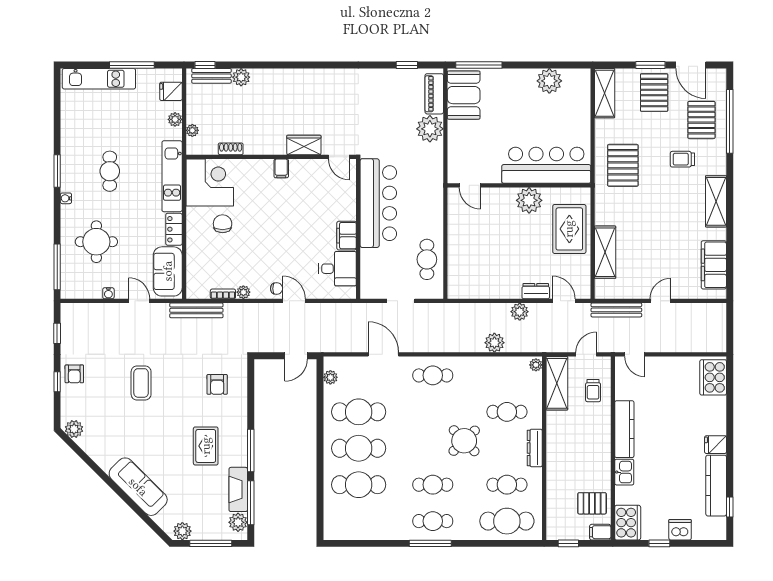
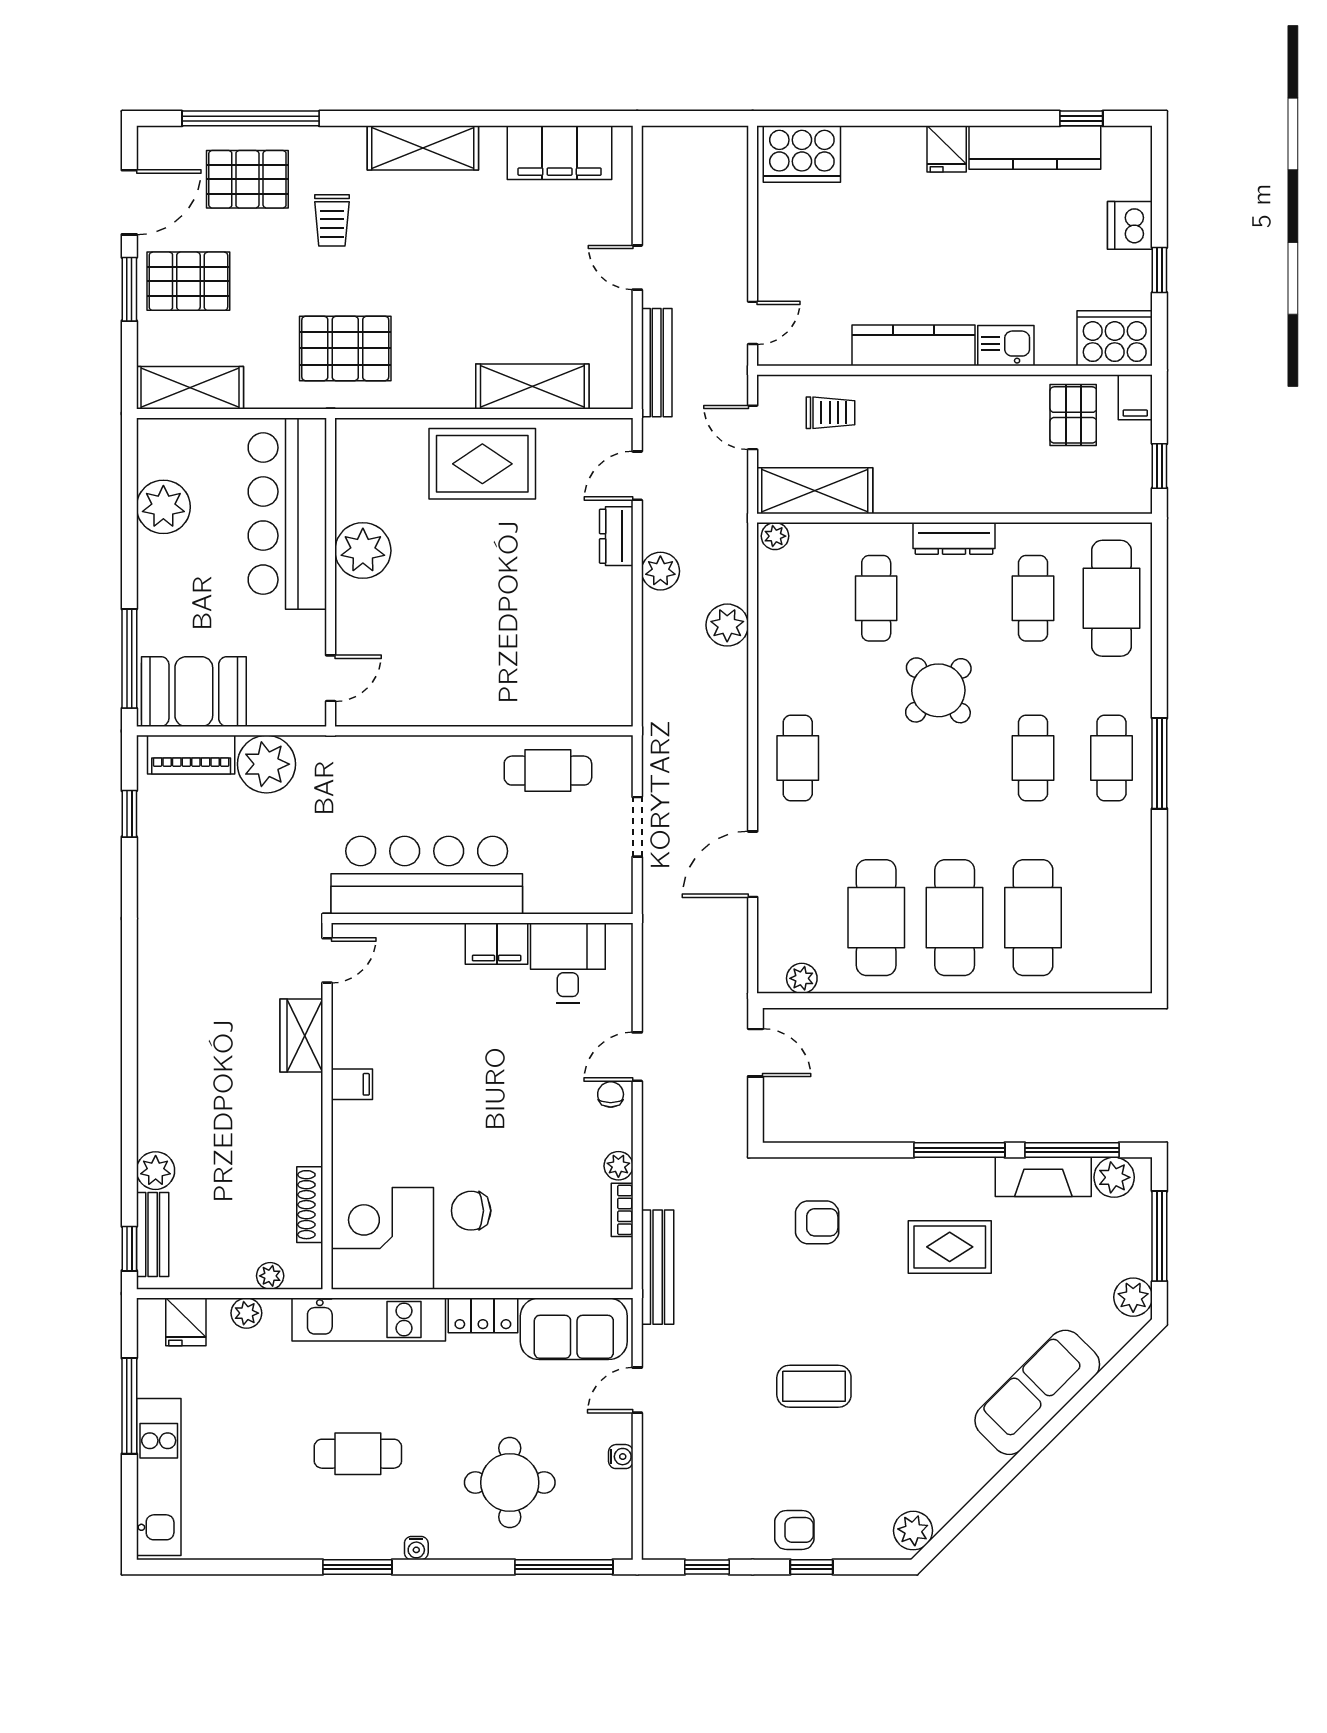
shoe rack: (231, 149) -> (310, 1205), width x1.43
bar counter: (546, 165) -> (287, 514), moved
door: (470, 185) -> (331, 678), moved
wall: (519, 185) -> (331, 572), moved
plant: (529, 200) -> (363, 551), moved

